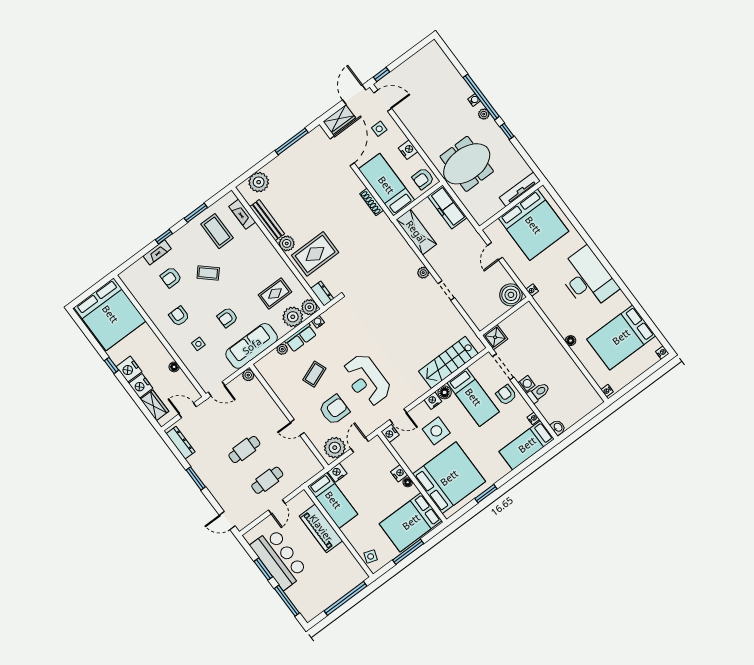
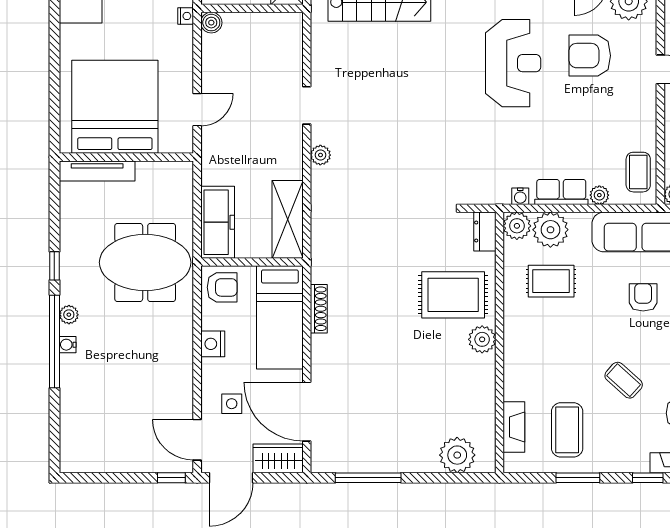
door: (342, 151) -> (307, 412), hinge flipped
bench: (267, 220) -> (485, 393), removed
boiler: (511, 295) -> (211, 23), width x0.54, depth x0.54
armchair: (227, 317) -> (643, 297), turned -90
coffee table: (314, 374) -> (638, 172), moved, turned -69

